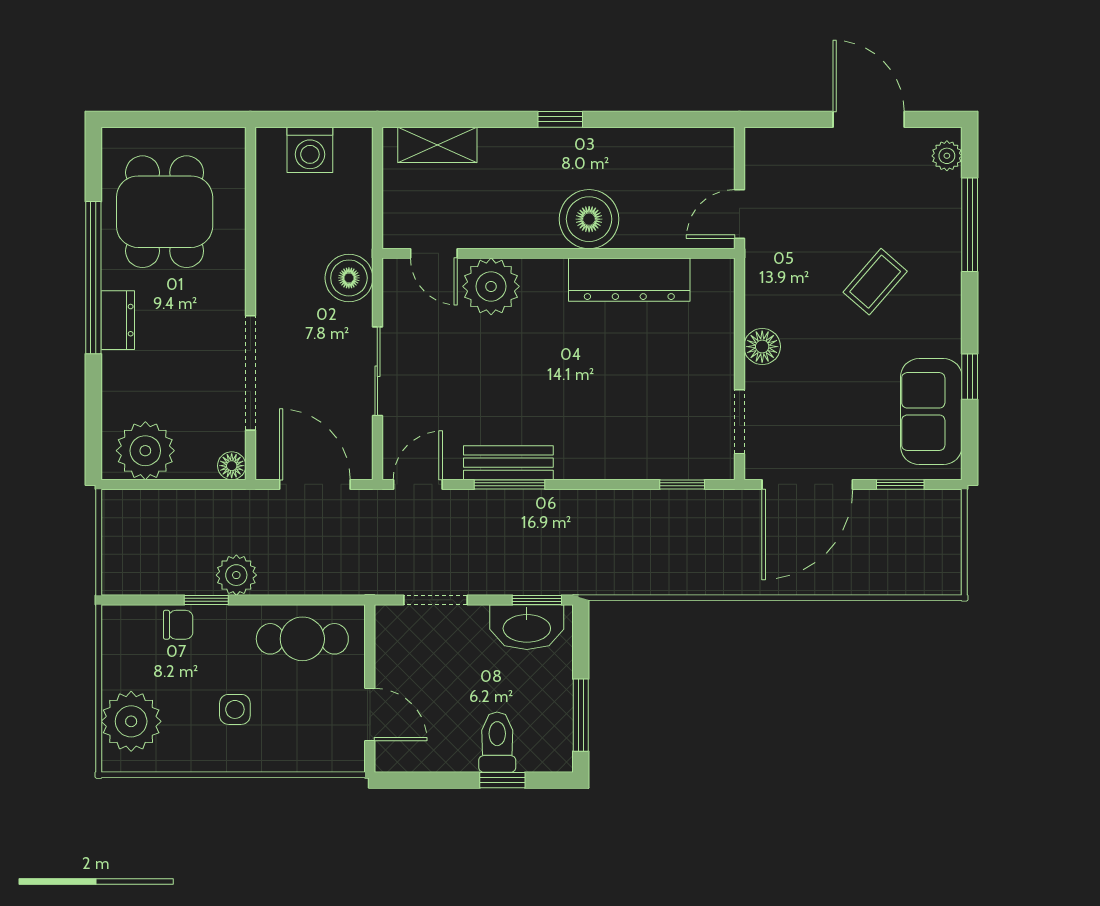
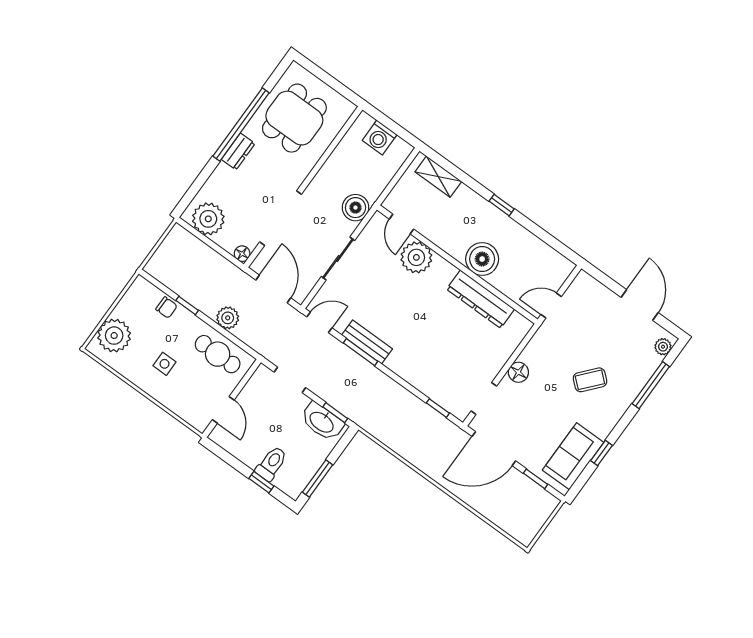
plant: (236, 575) -> (228, 318), moved

